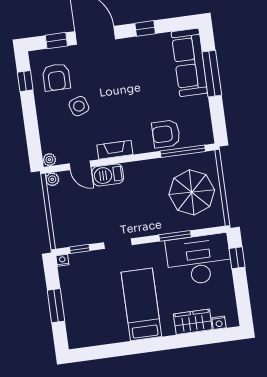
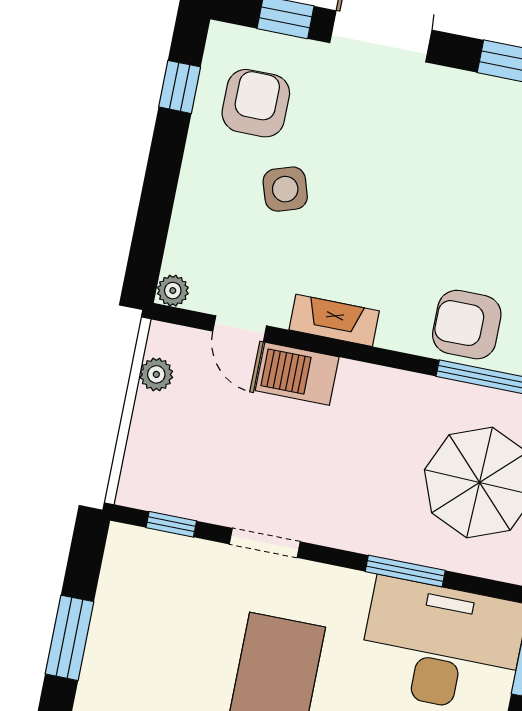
armchair: (56, 77) -> (256, 103), turned 180
plant: (52, 179) -> (156, 374), moved
nightstand: (62, 260) -> (121, 537), removed

